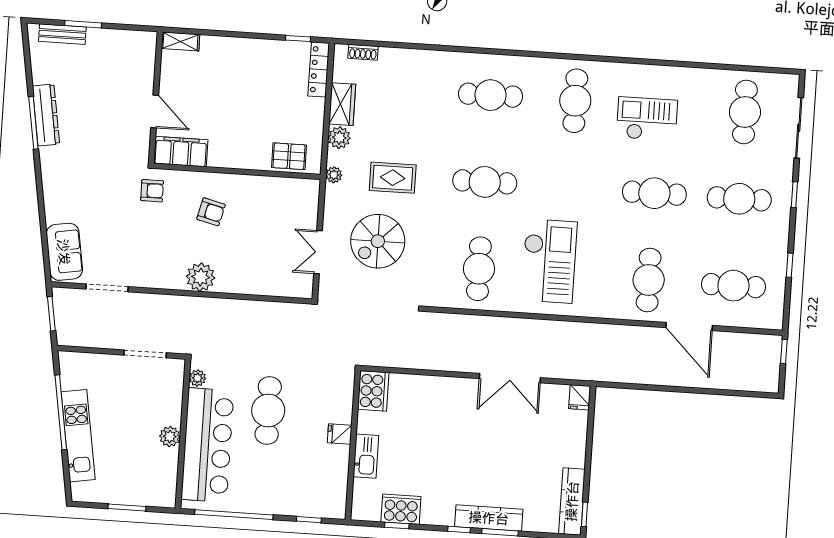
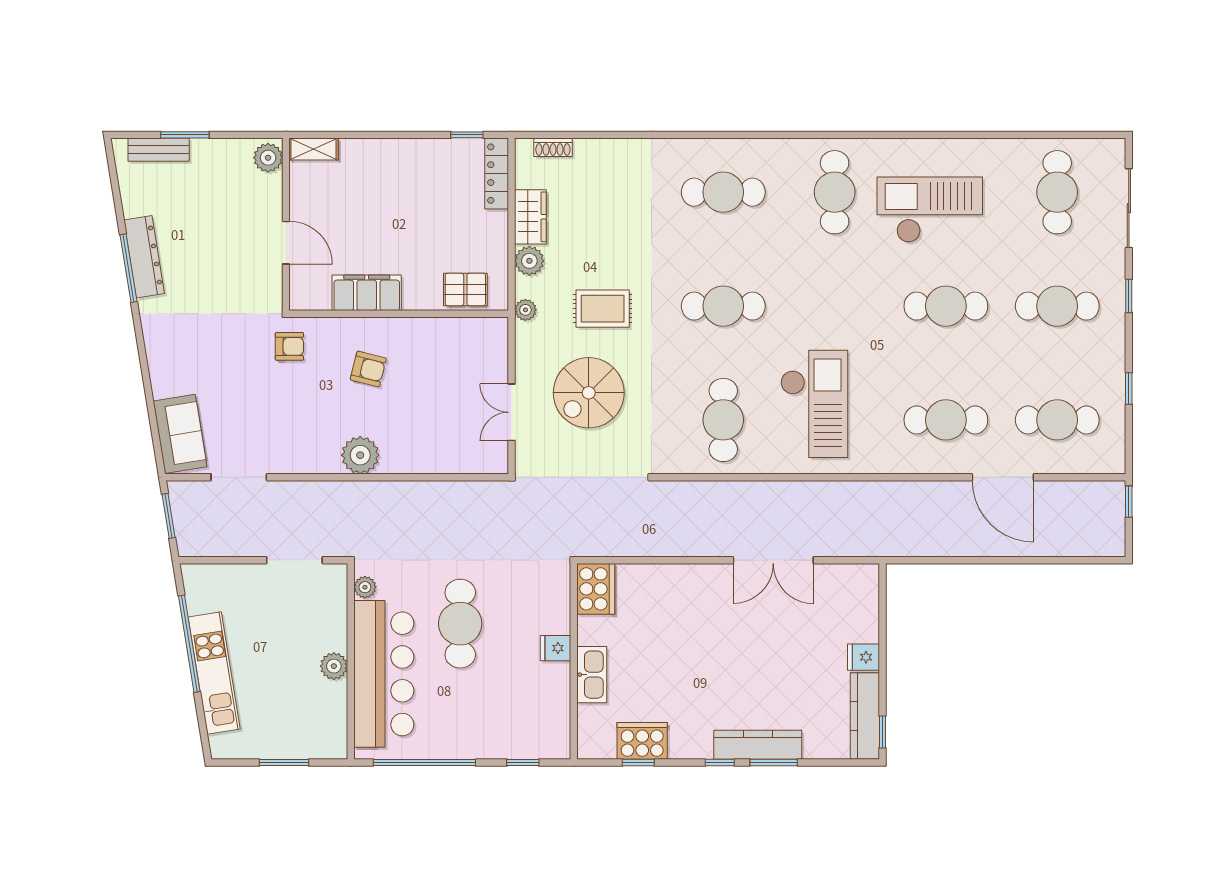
plant: (145, 46) -> (268, 158), added
checkout: (647, 119) -> (930, 210), width x1.36, depth x1.21
filing cabinet: (181, 152) -> (367, 293), moved
cafe table: (649, 280) -> (946, 420), turned 90
fridge: (580, 397) -> (863, 657), moved, turned 90

